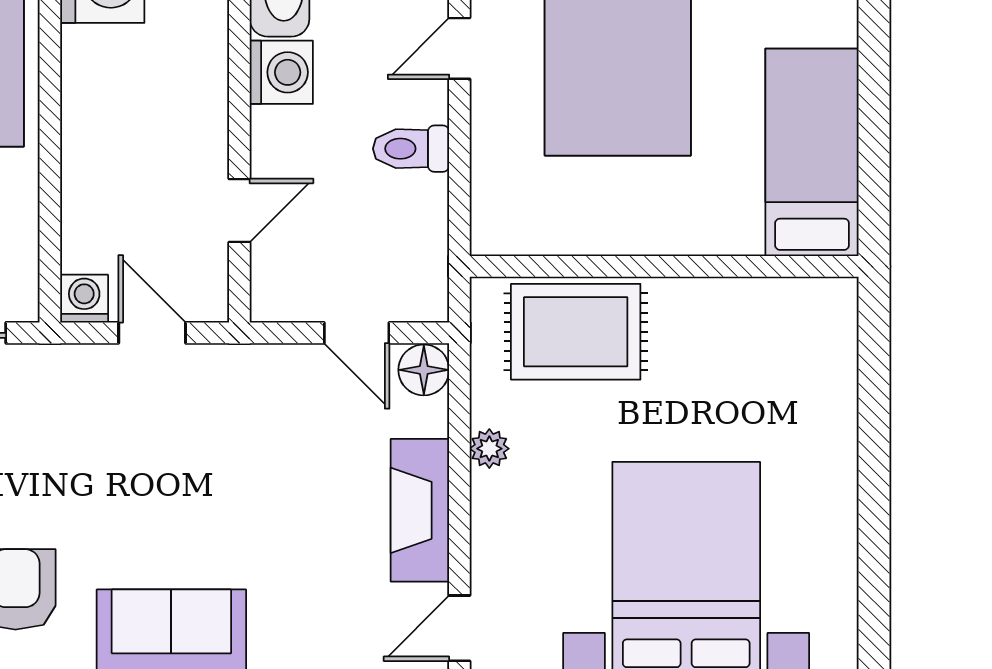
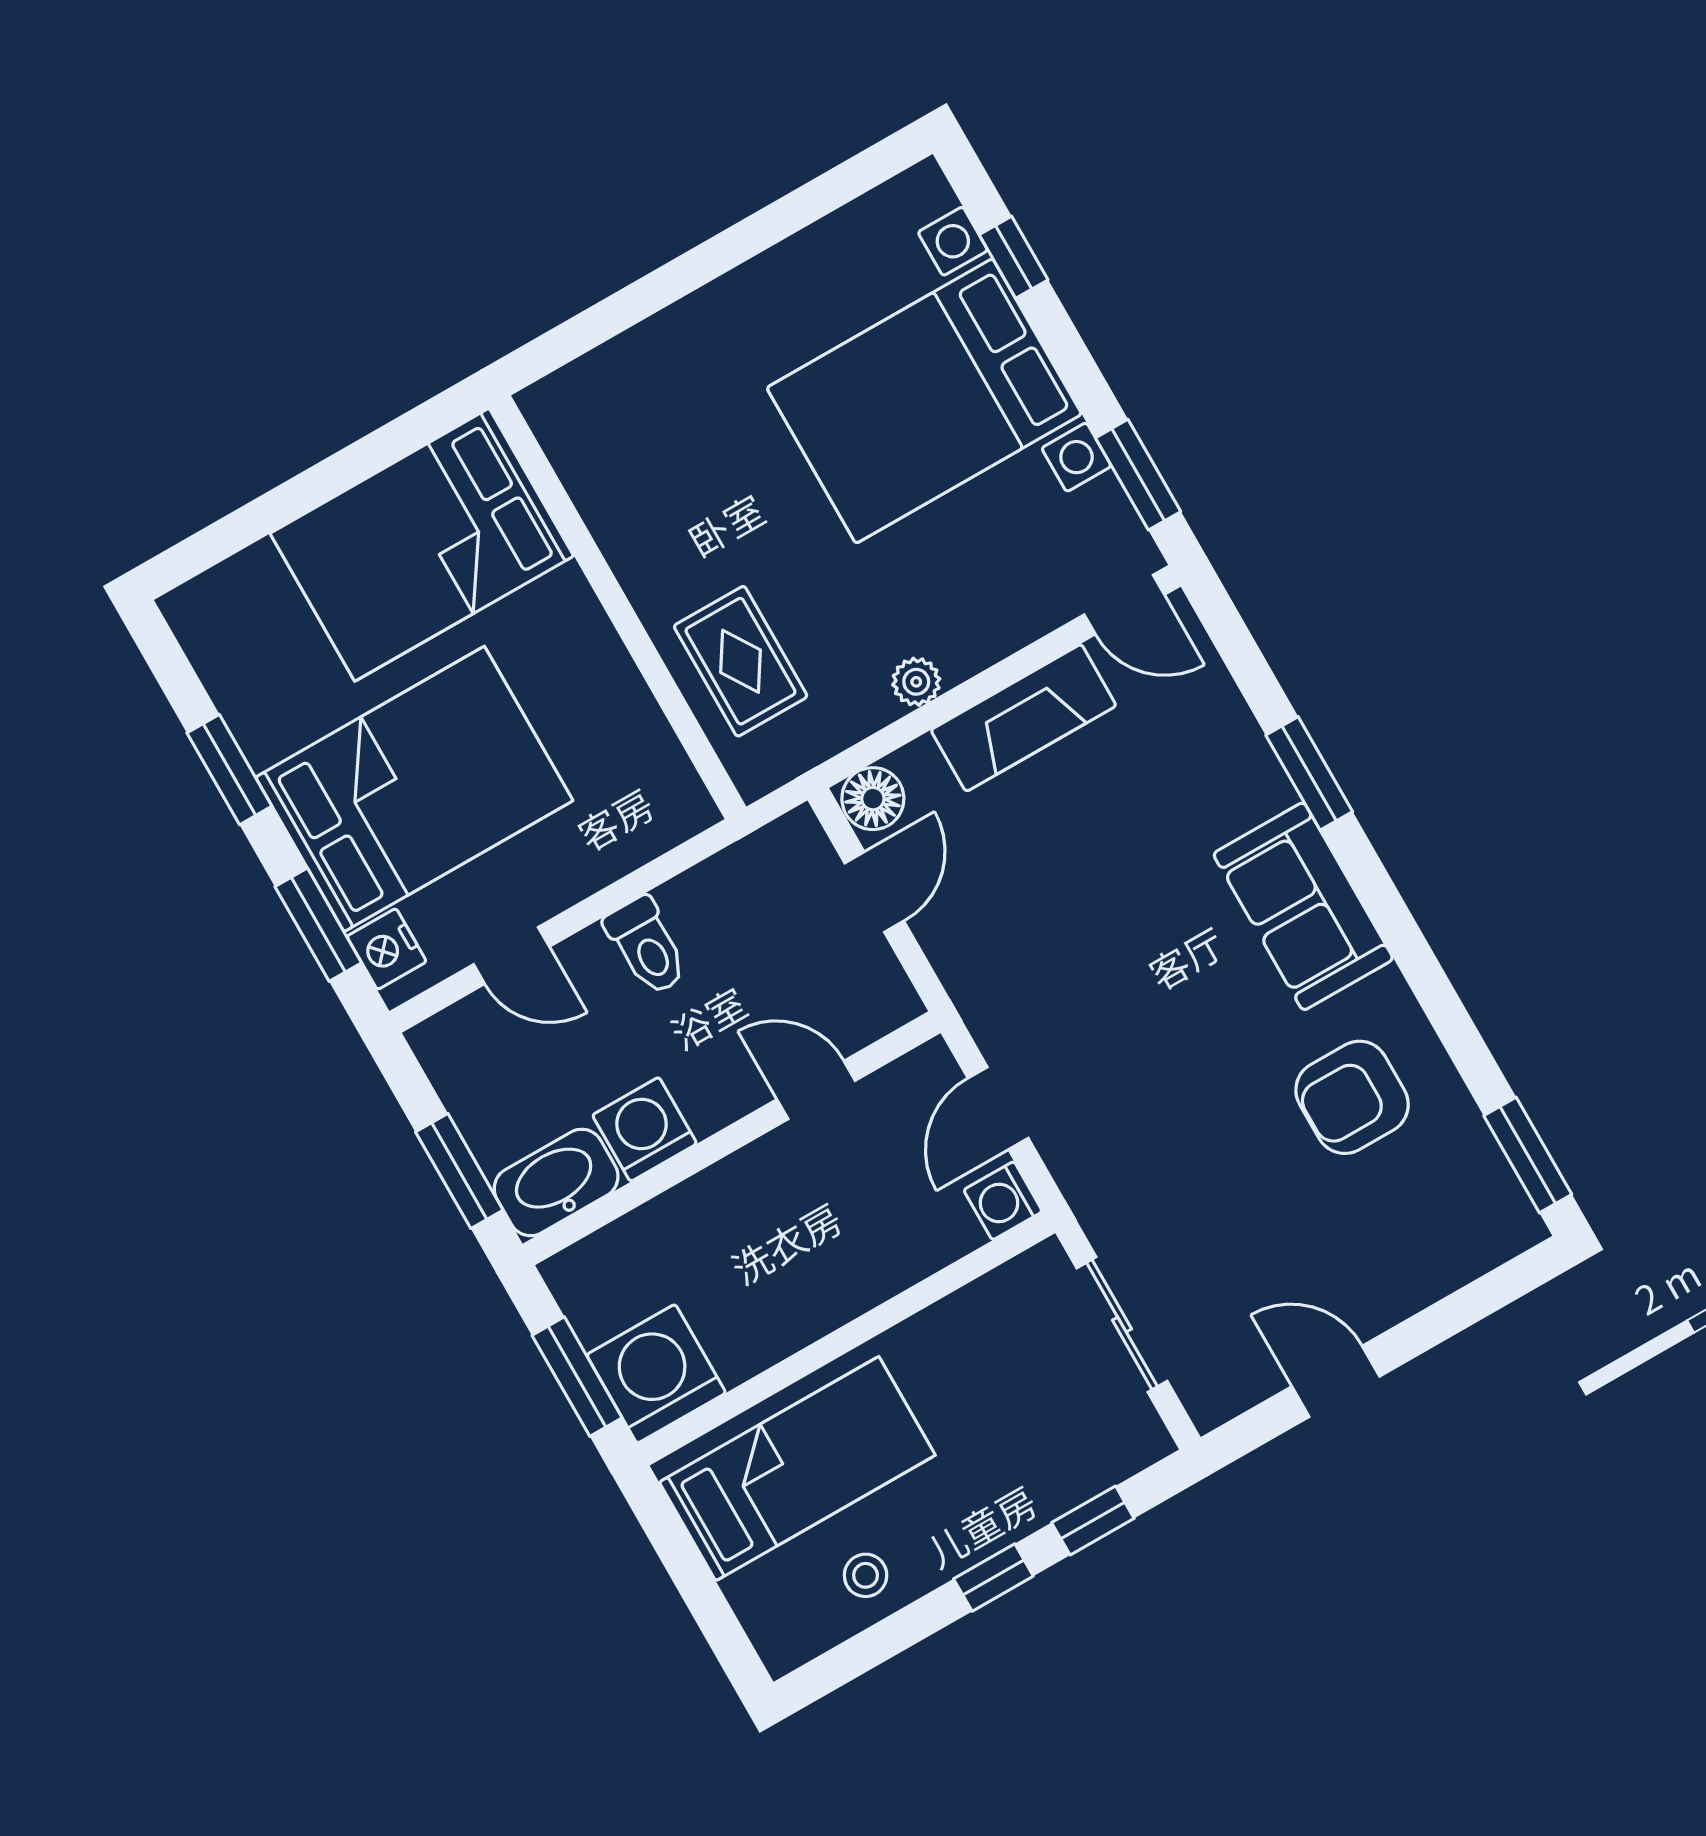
bed: (812, 152) -> (422, 545), width x1.50
rug: (576, 332) -> (741, 661), width x0.73, depth x0.70

